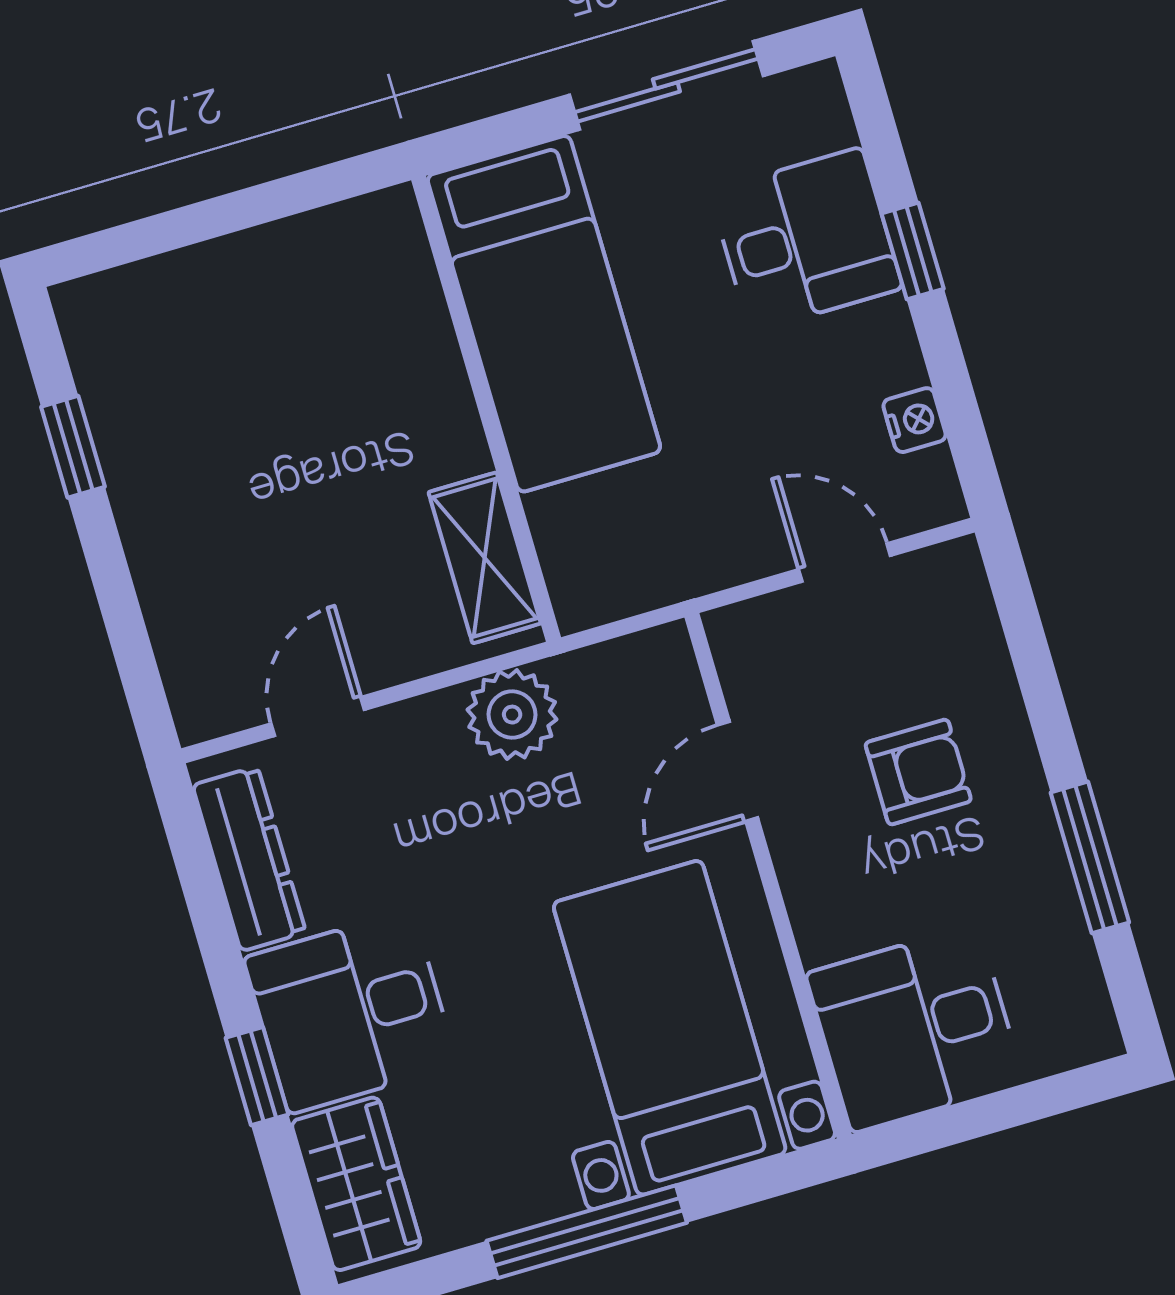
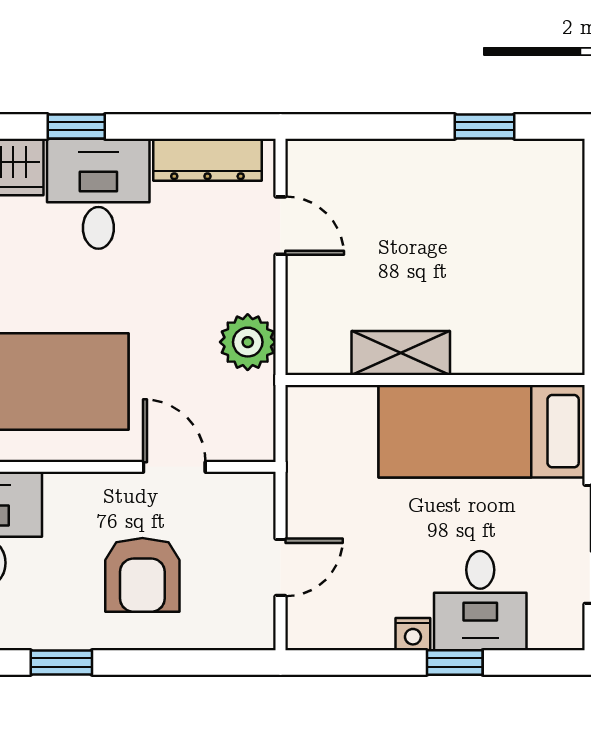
nightstand: (915, 420) -> (413, 634), moved
shelving: (485, 558) -> (401, 353), moved
armchair: (918, 772) -> (142, 575), width x1.38, depth x1.38
window: (1090, 857) -> (61, 662), width x0.67

